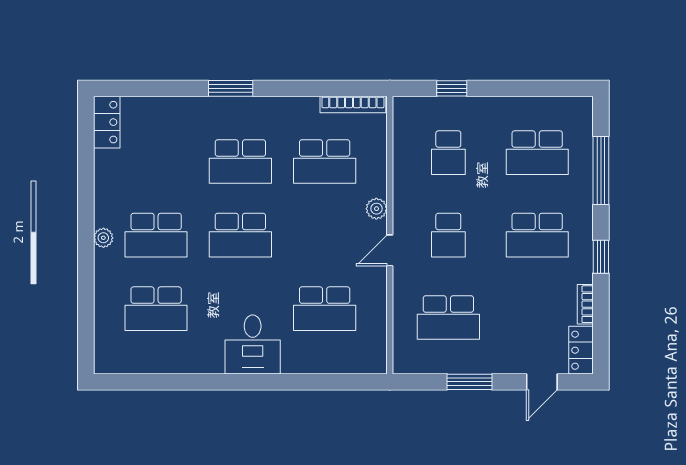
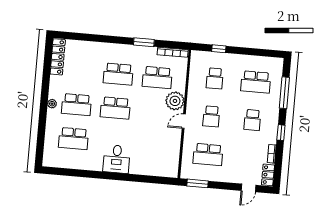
window: (231, 88) -> (144, 42), moved
locker: (107, 122) -> (58, 57), width x1.53
plant: (376, 209) -> (175, 101), width x1.88, depth x1.88
school desk: (537, 235) -> (252, 120), width x0.54
school desk: (325, 309) -> (151, 145), removed
window: (469, 382) -> (198, 183), moved

